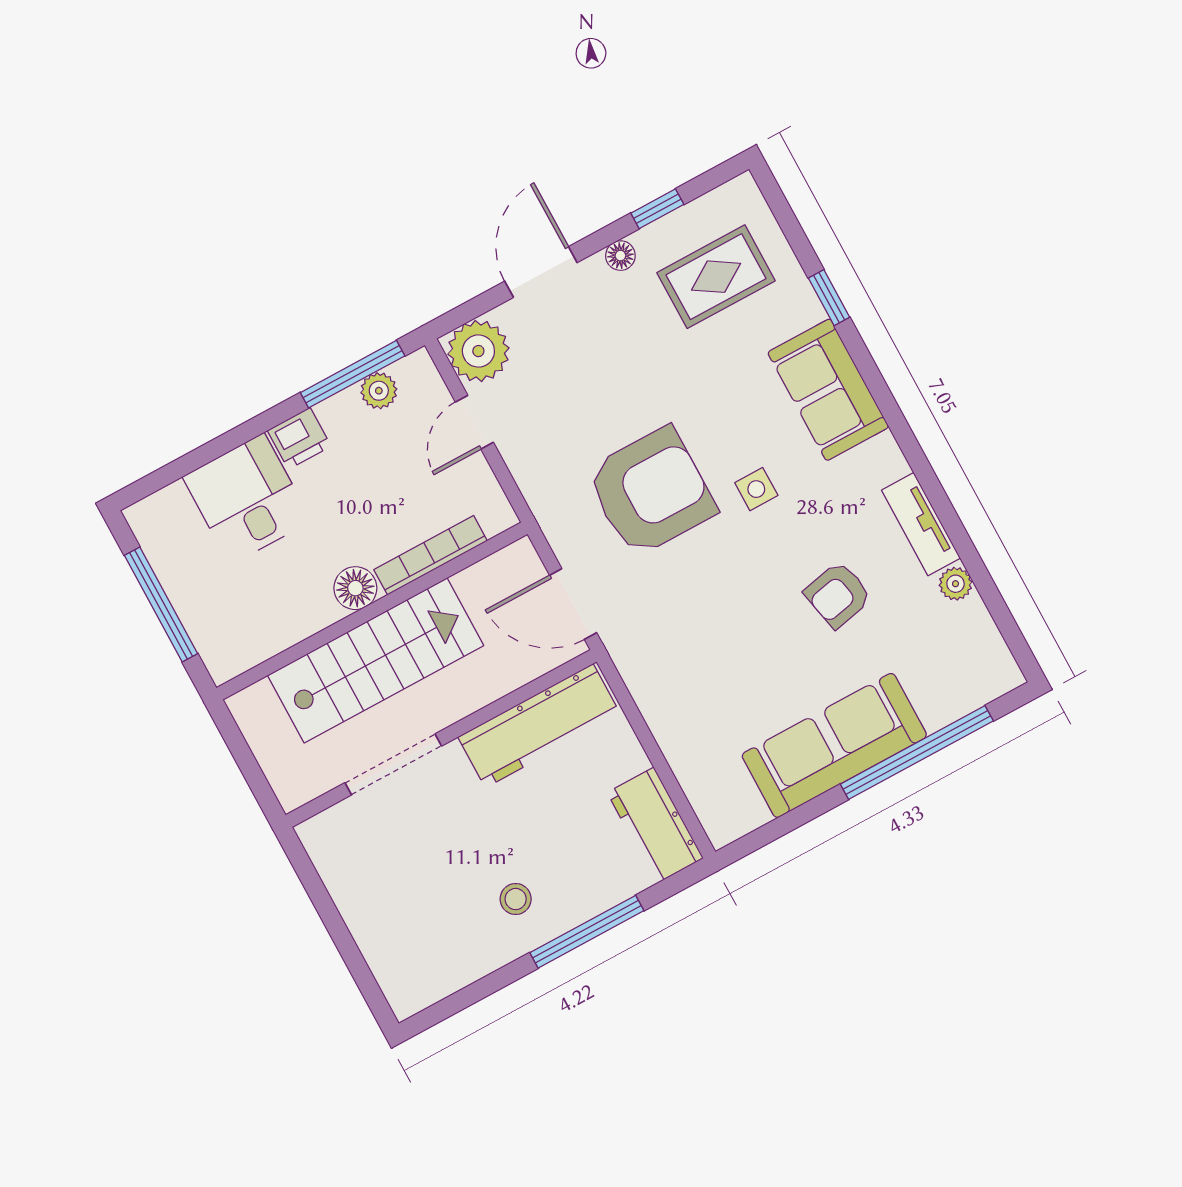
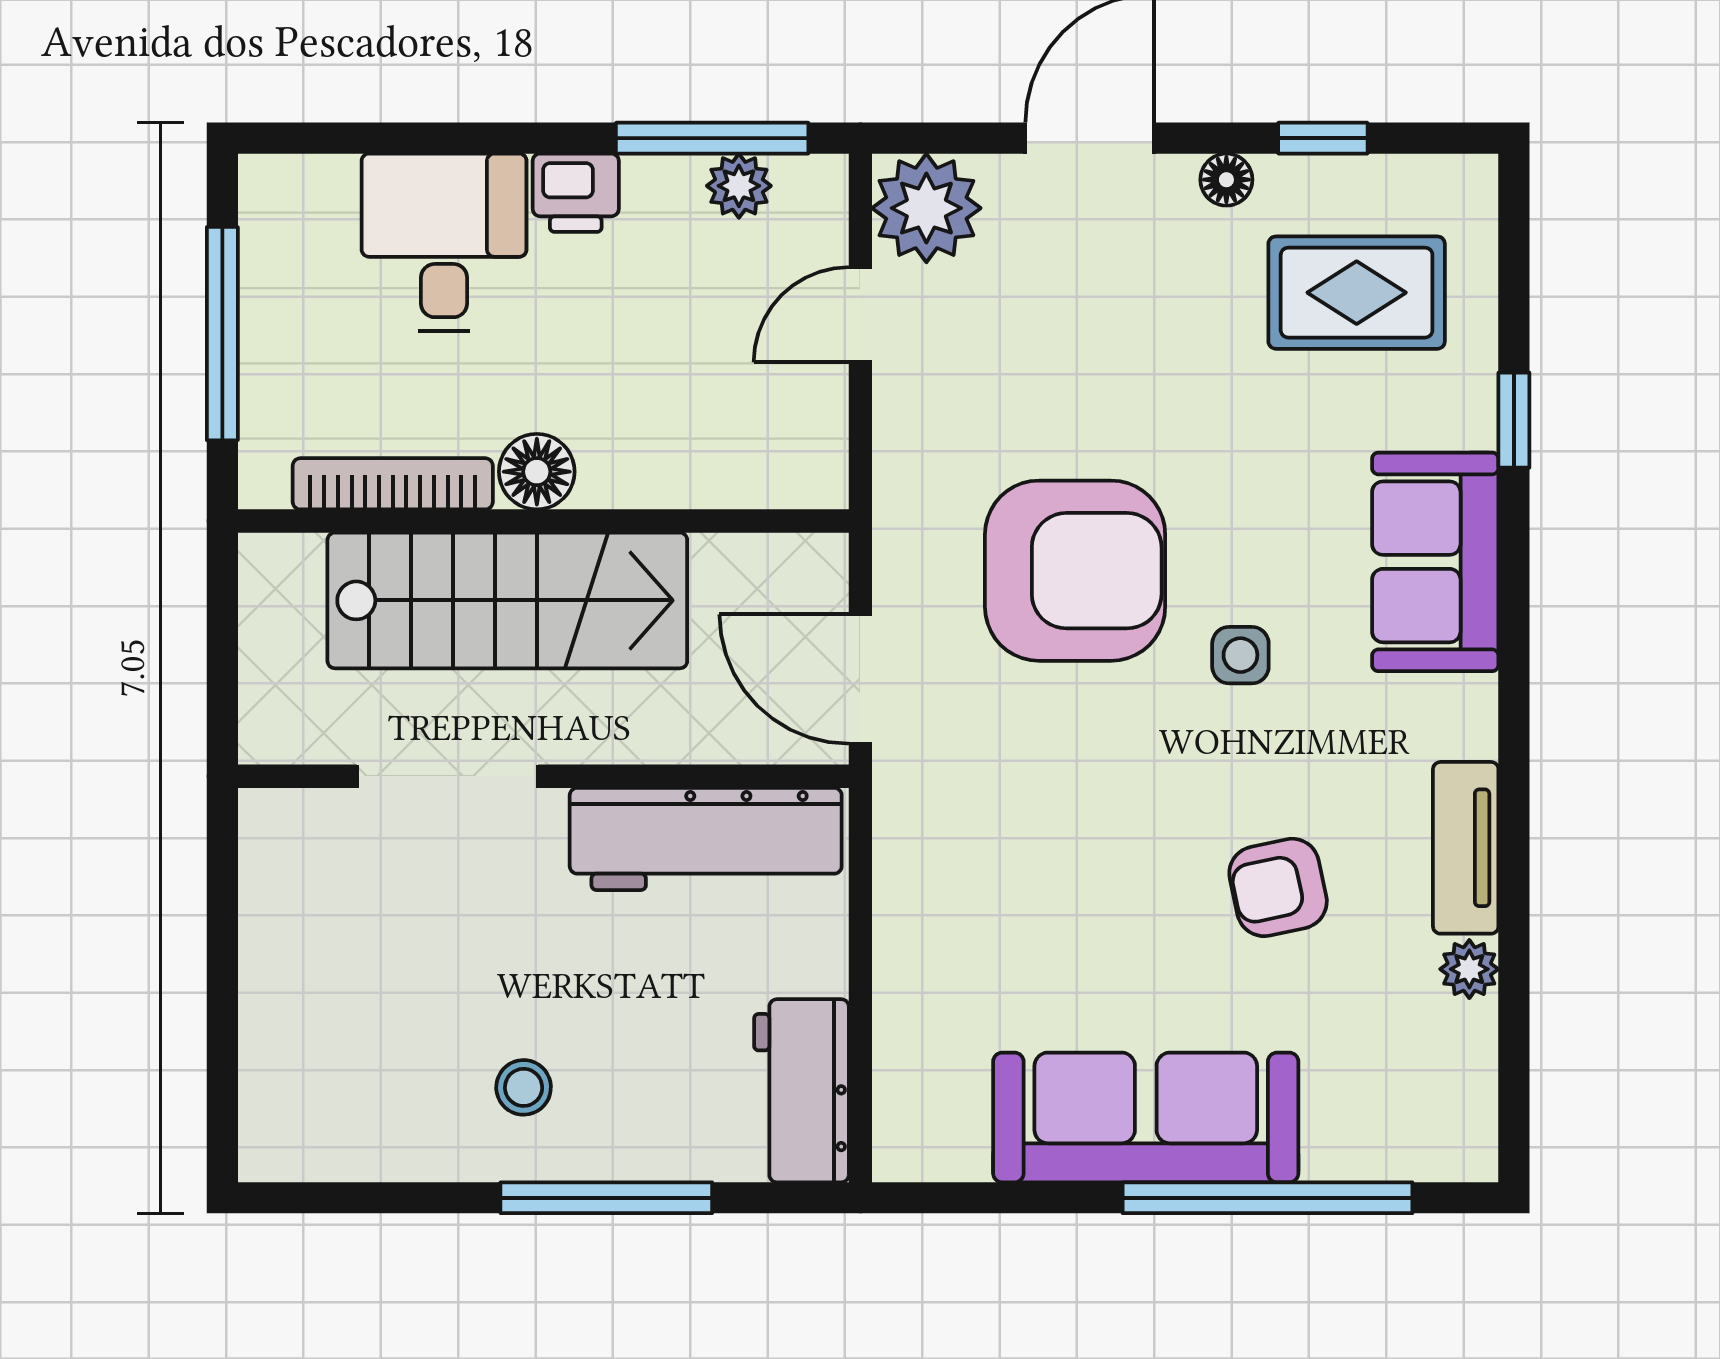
bookcase: (431, 555) -> (393, 484), moved

